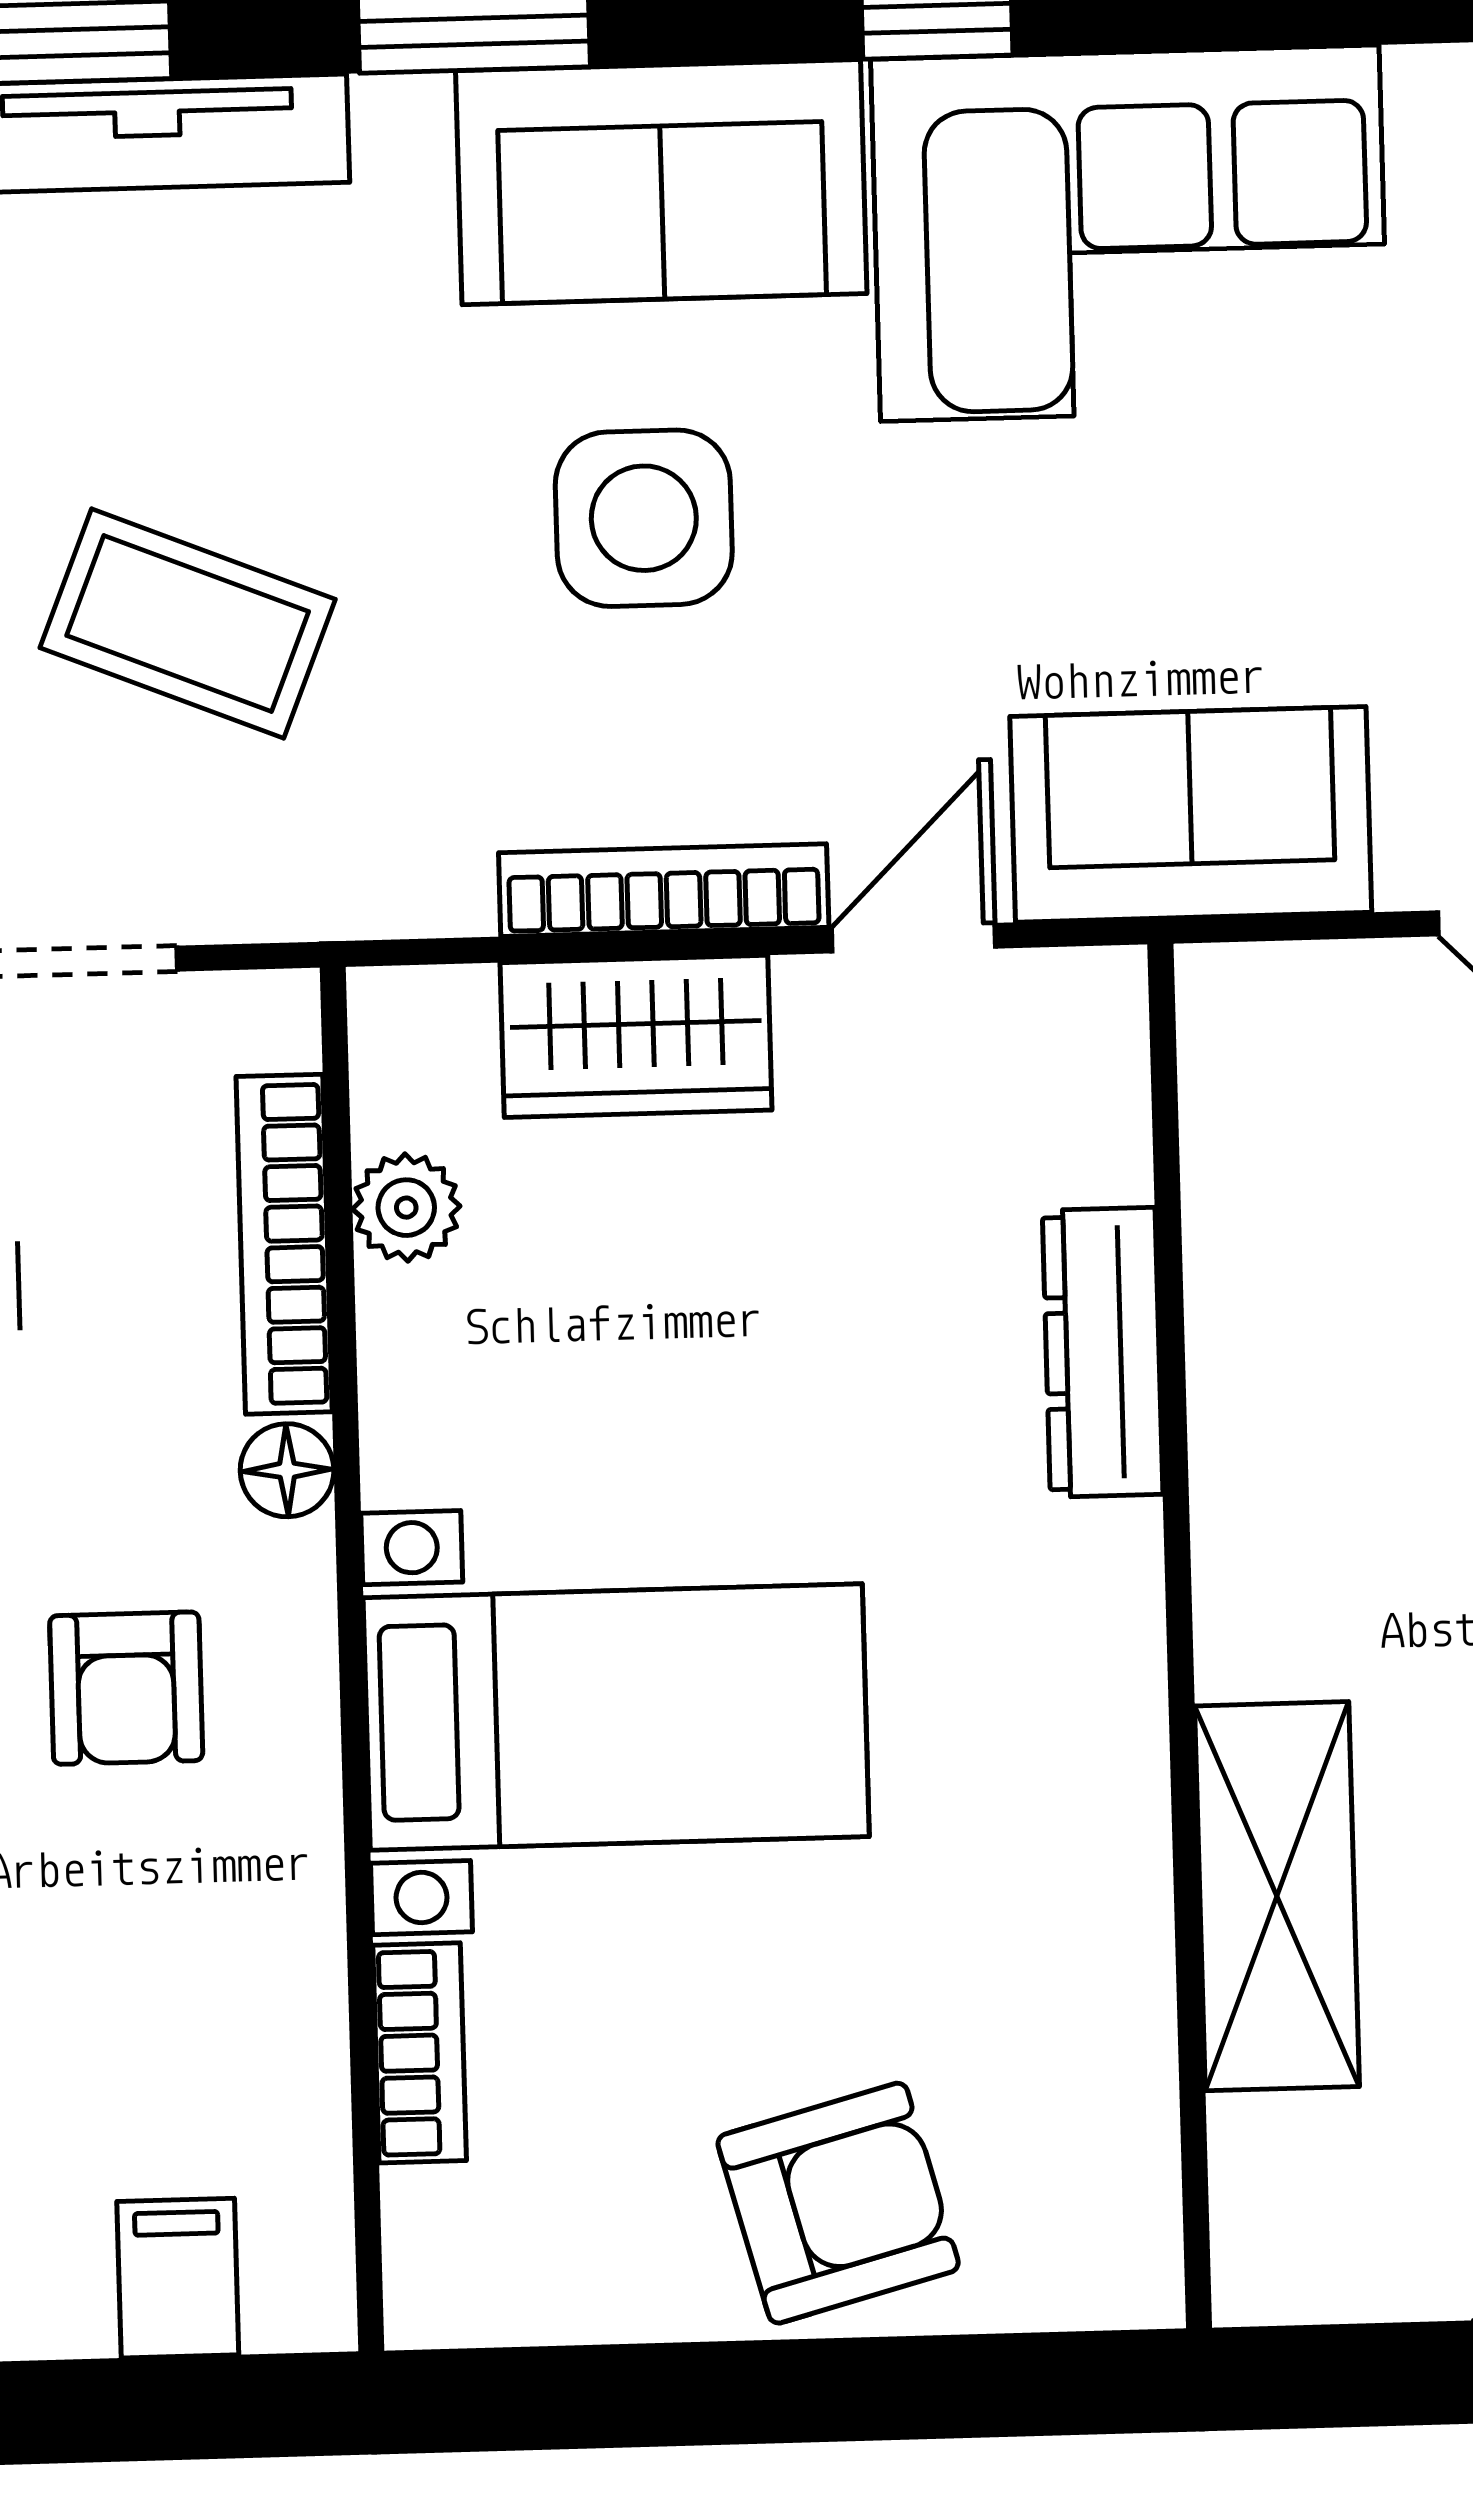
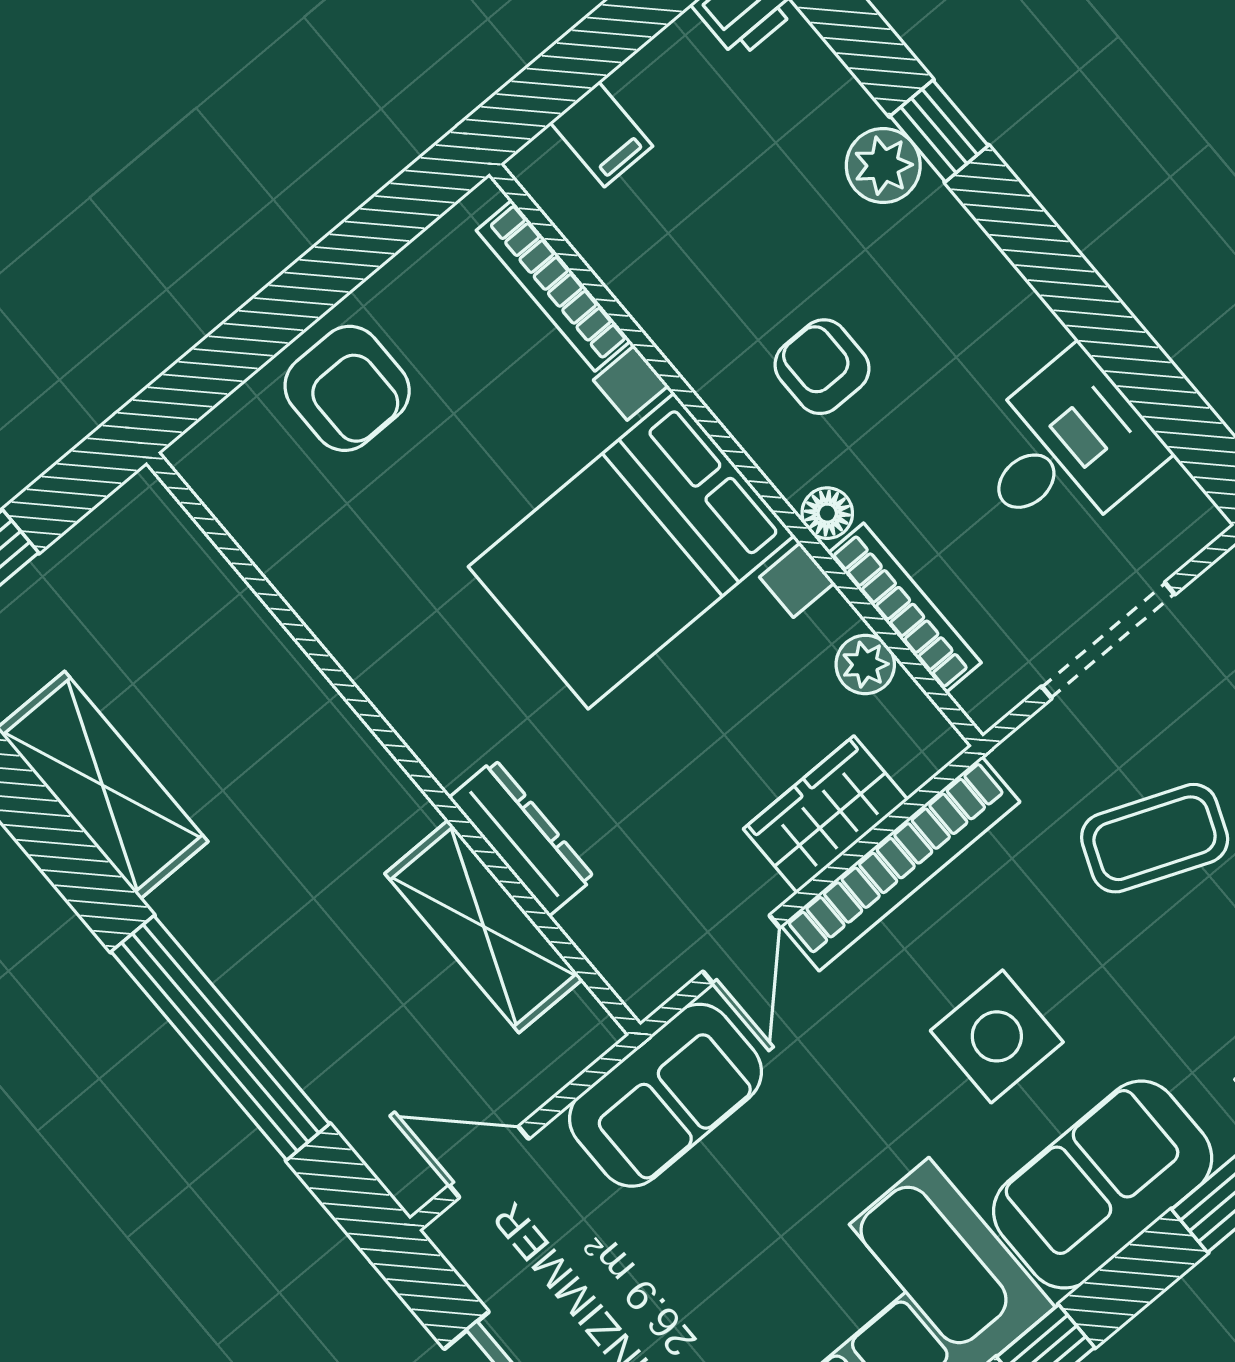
bookcase: (664, 890) -> (900, 864), width x1.48, depth x1.31
bed with nightstands: (616, 1717) -> (631, 551), width x1.36
shelving: (1277, 1896) -> (484, 926), moved
bookcase: (420, 2053) -> (553, 286), width x1.56
armchair: (838, 2203) -> (347, 388), turned -75

